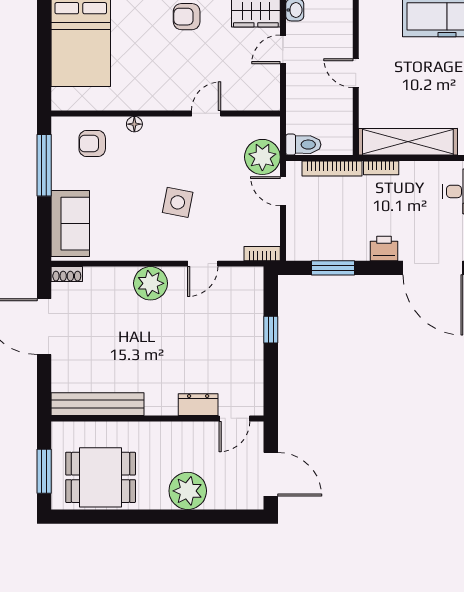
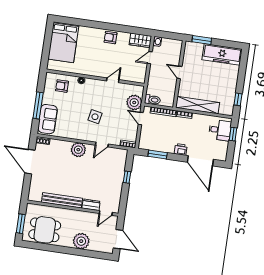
window: (44, 165) -> (38, 105), moved
bench: (98, 404) -> (62, 200), moved

